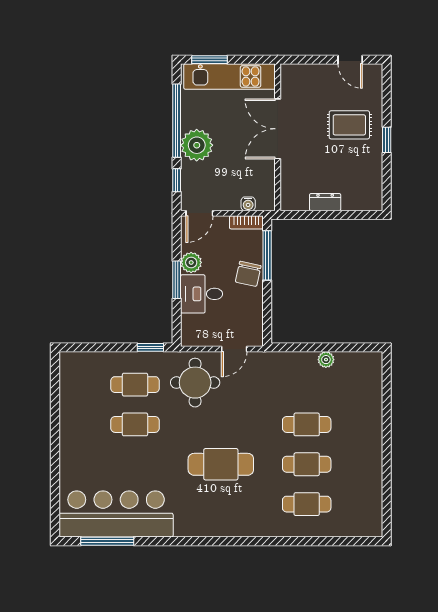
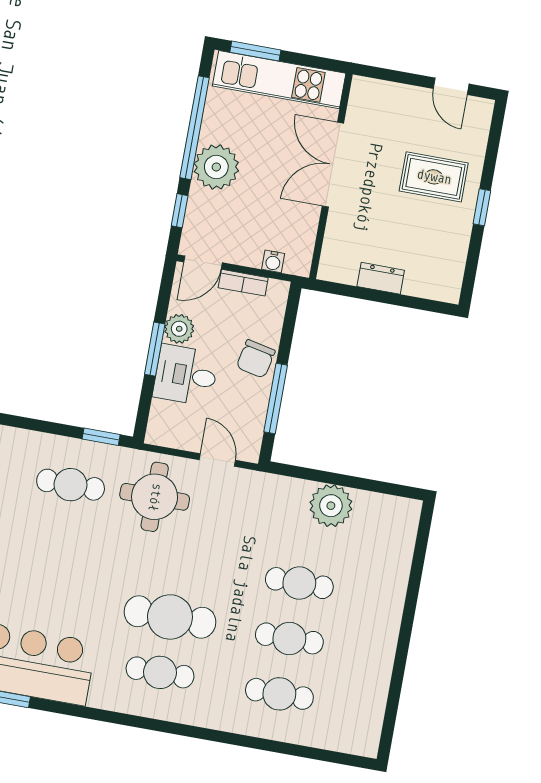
bookcase: (246, 222) -> (243, 283), moved
window: (267, 255) -> (276, 399), moved
door: (234, 349) -> (217, 460), swing flipped
plant: (326, 360) -> (331, 506), width x1.87, depth x1.87
cafe table: (135, 424) -> (160, 672), moved

